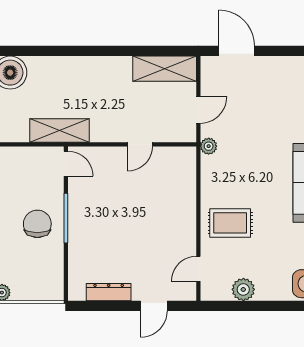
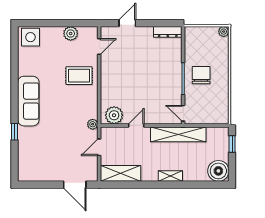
shelving: (86, 64) -> (170, 176), added
shelving: (60, 130) -> (178, 134), width x1.47
plant: (175, 160) -> (114, 115), added
chair: (37, 224) -> (201, 75), turned 180
dresser: (109, 292) -> (168, 32), moved

